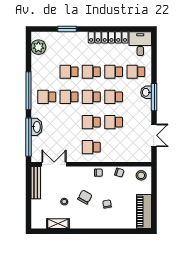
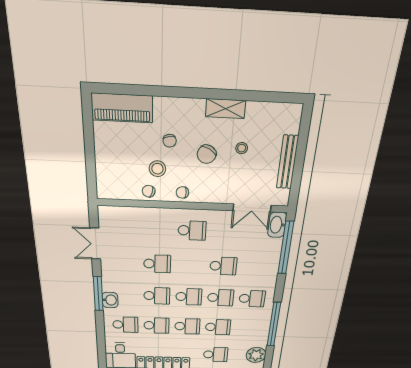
school desk: (69, 47) -> (216, 355), added
window: (29, 91) -> (274, 324), moved
school desk: (91, 122) -> (223, 266), moved
washbasin: (37, 127) -> (277, 225), moved
stool: (141, 175) -> (157, 169), moved
bench: (36, 183) -> (287, 162), moved
piano: (144, 211) -> (122, 108), moved, turned 90
shelving: (58, 224) -> (226, 109), moved

